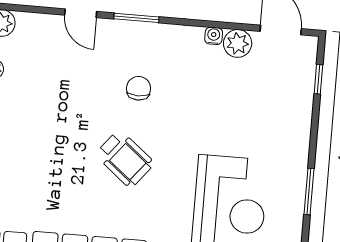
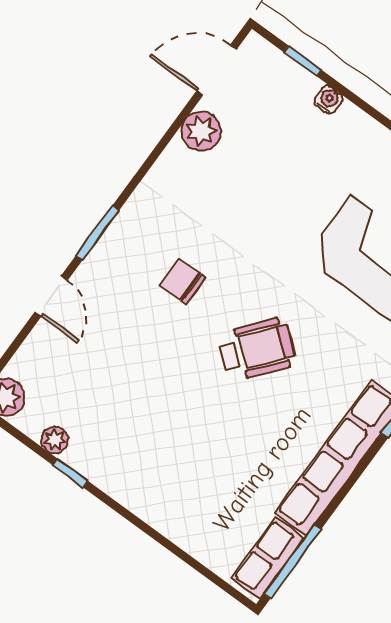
door: (81, 13) -> (51, 296), hinge flipped
water cooler: (214, 36) -> (328, 100), moved, turned 90

